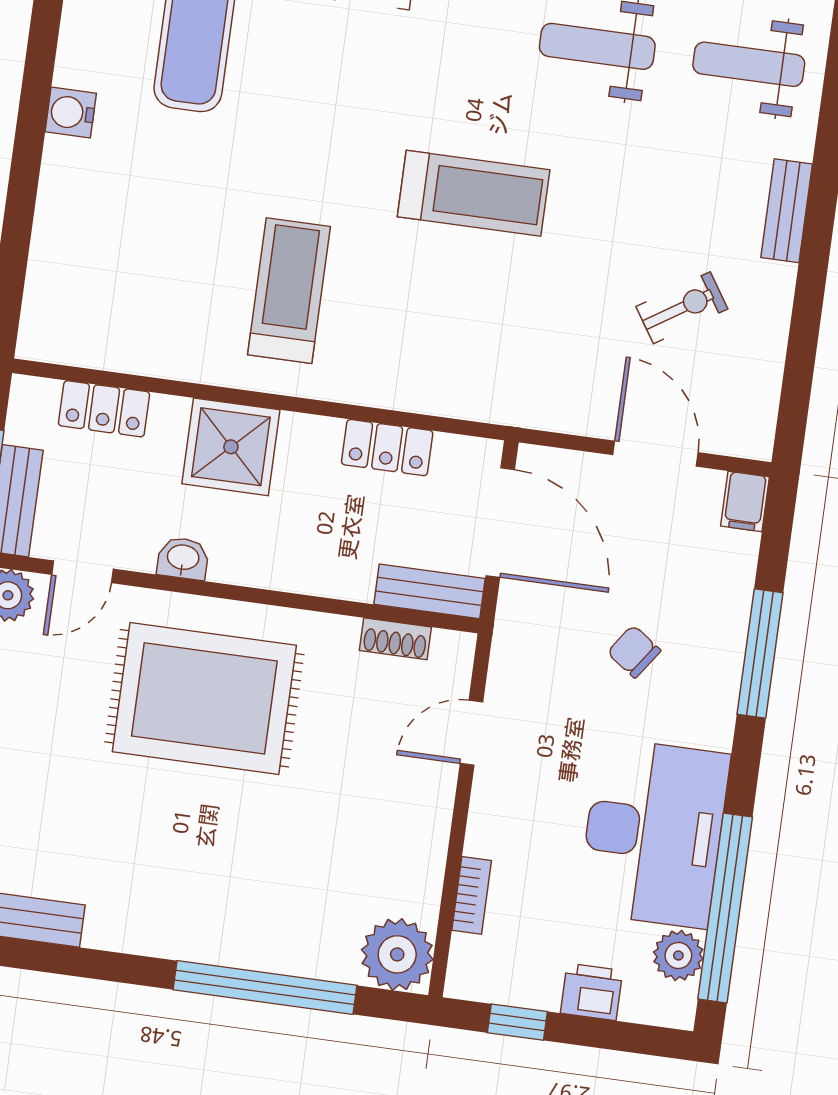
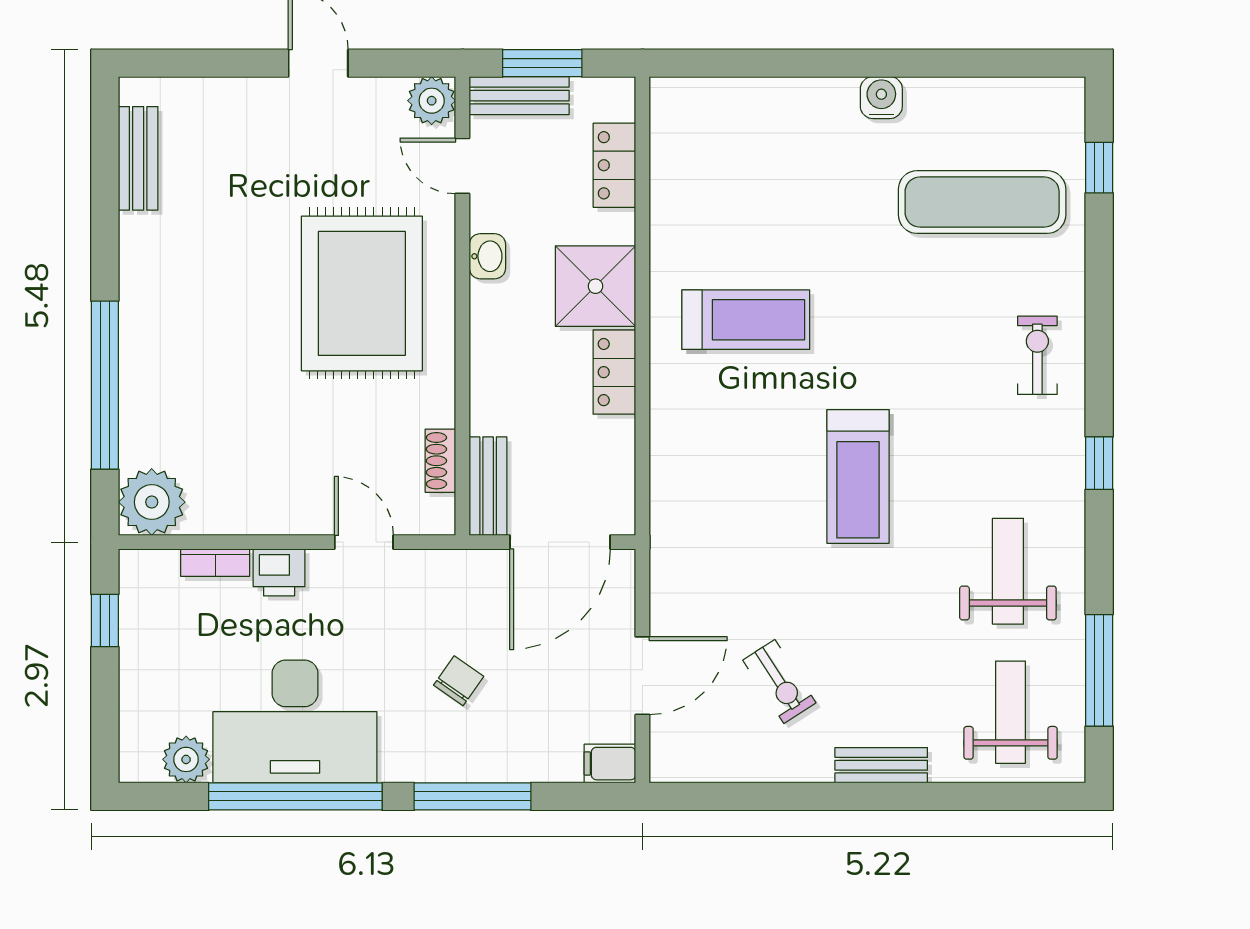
locker: (387, 448) -> (614, 372), moved
window: (725, 908) -> (295, 796), moved
printer: (592, 992) -> (279, 572), moved, turned 90

